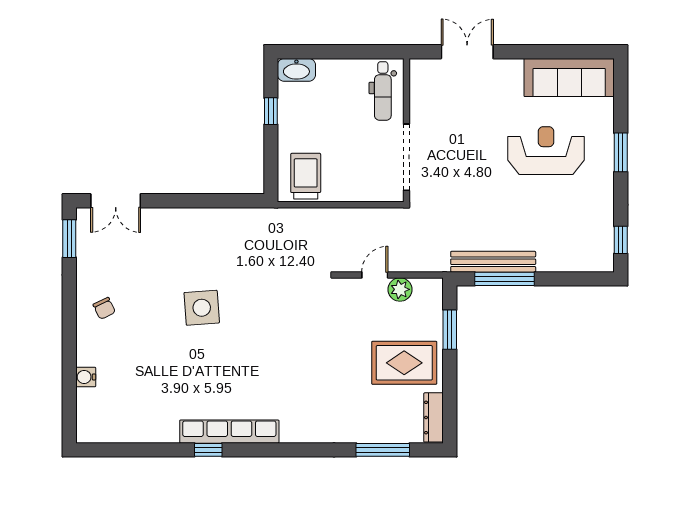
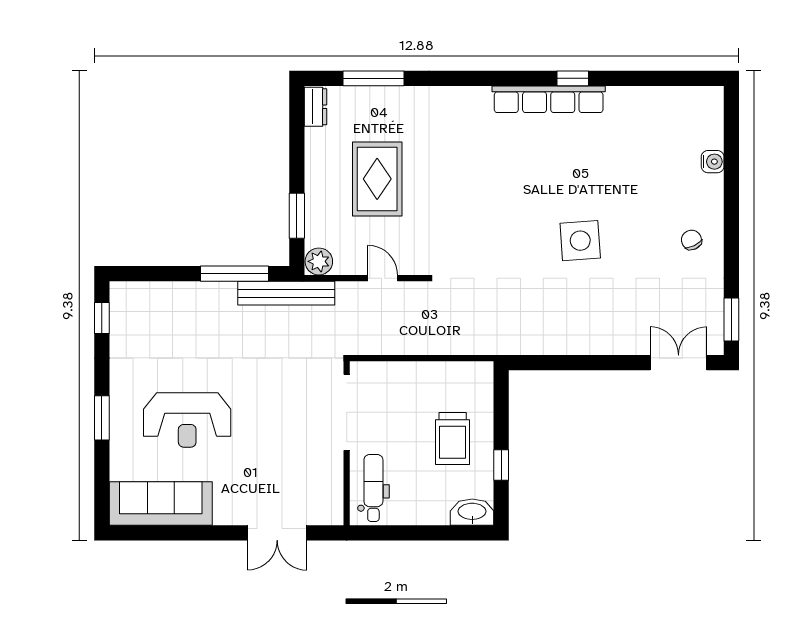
trolley: (306, 176) -> (453, 439), moved
bench: (493, 262) -> (286, 293), moved
door: (375, 275) -> (383, 278), swing flipped
plant: (400, 289) -> (319, 261), moved
rug: (404, 363) -> (377, 179), moved, turned 90
dresser: (434, 417) -> (316, 107), width x0.70

